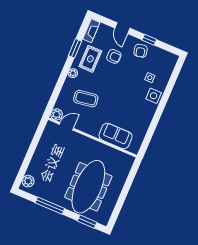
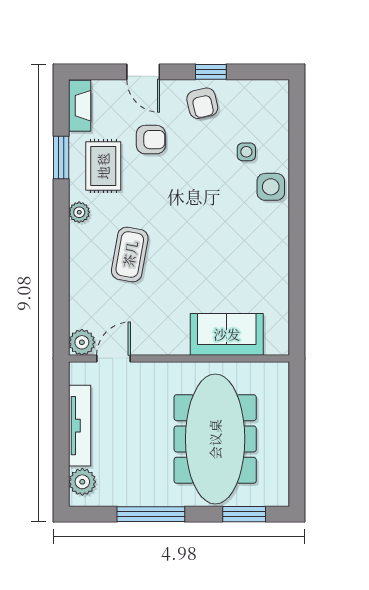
coffee table: (86, 99) -> (130, 254), turned -71
plant: (56, 114) -> (82, 342), moved
door: (66, 126) -> (114, 358), moved
sofa: (116, 136) -> (227, 334), moved
wall: (92, 137) -> (179, 358), moved
tv unit: (37, 158) -> (80, 426), added

